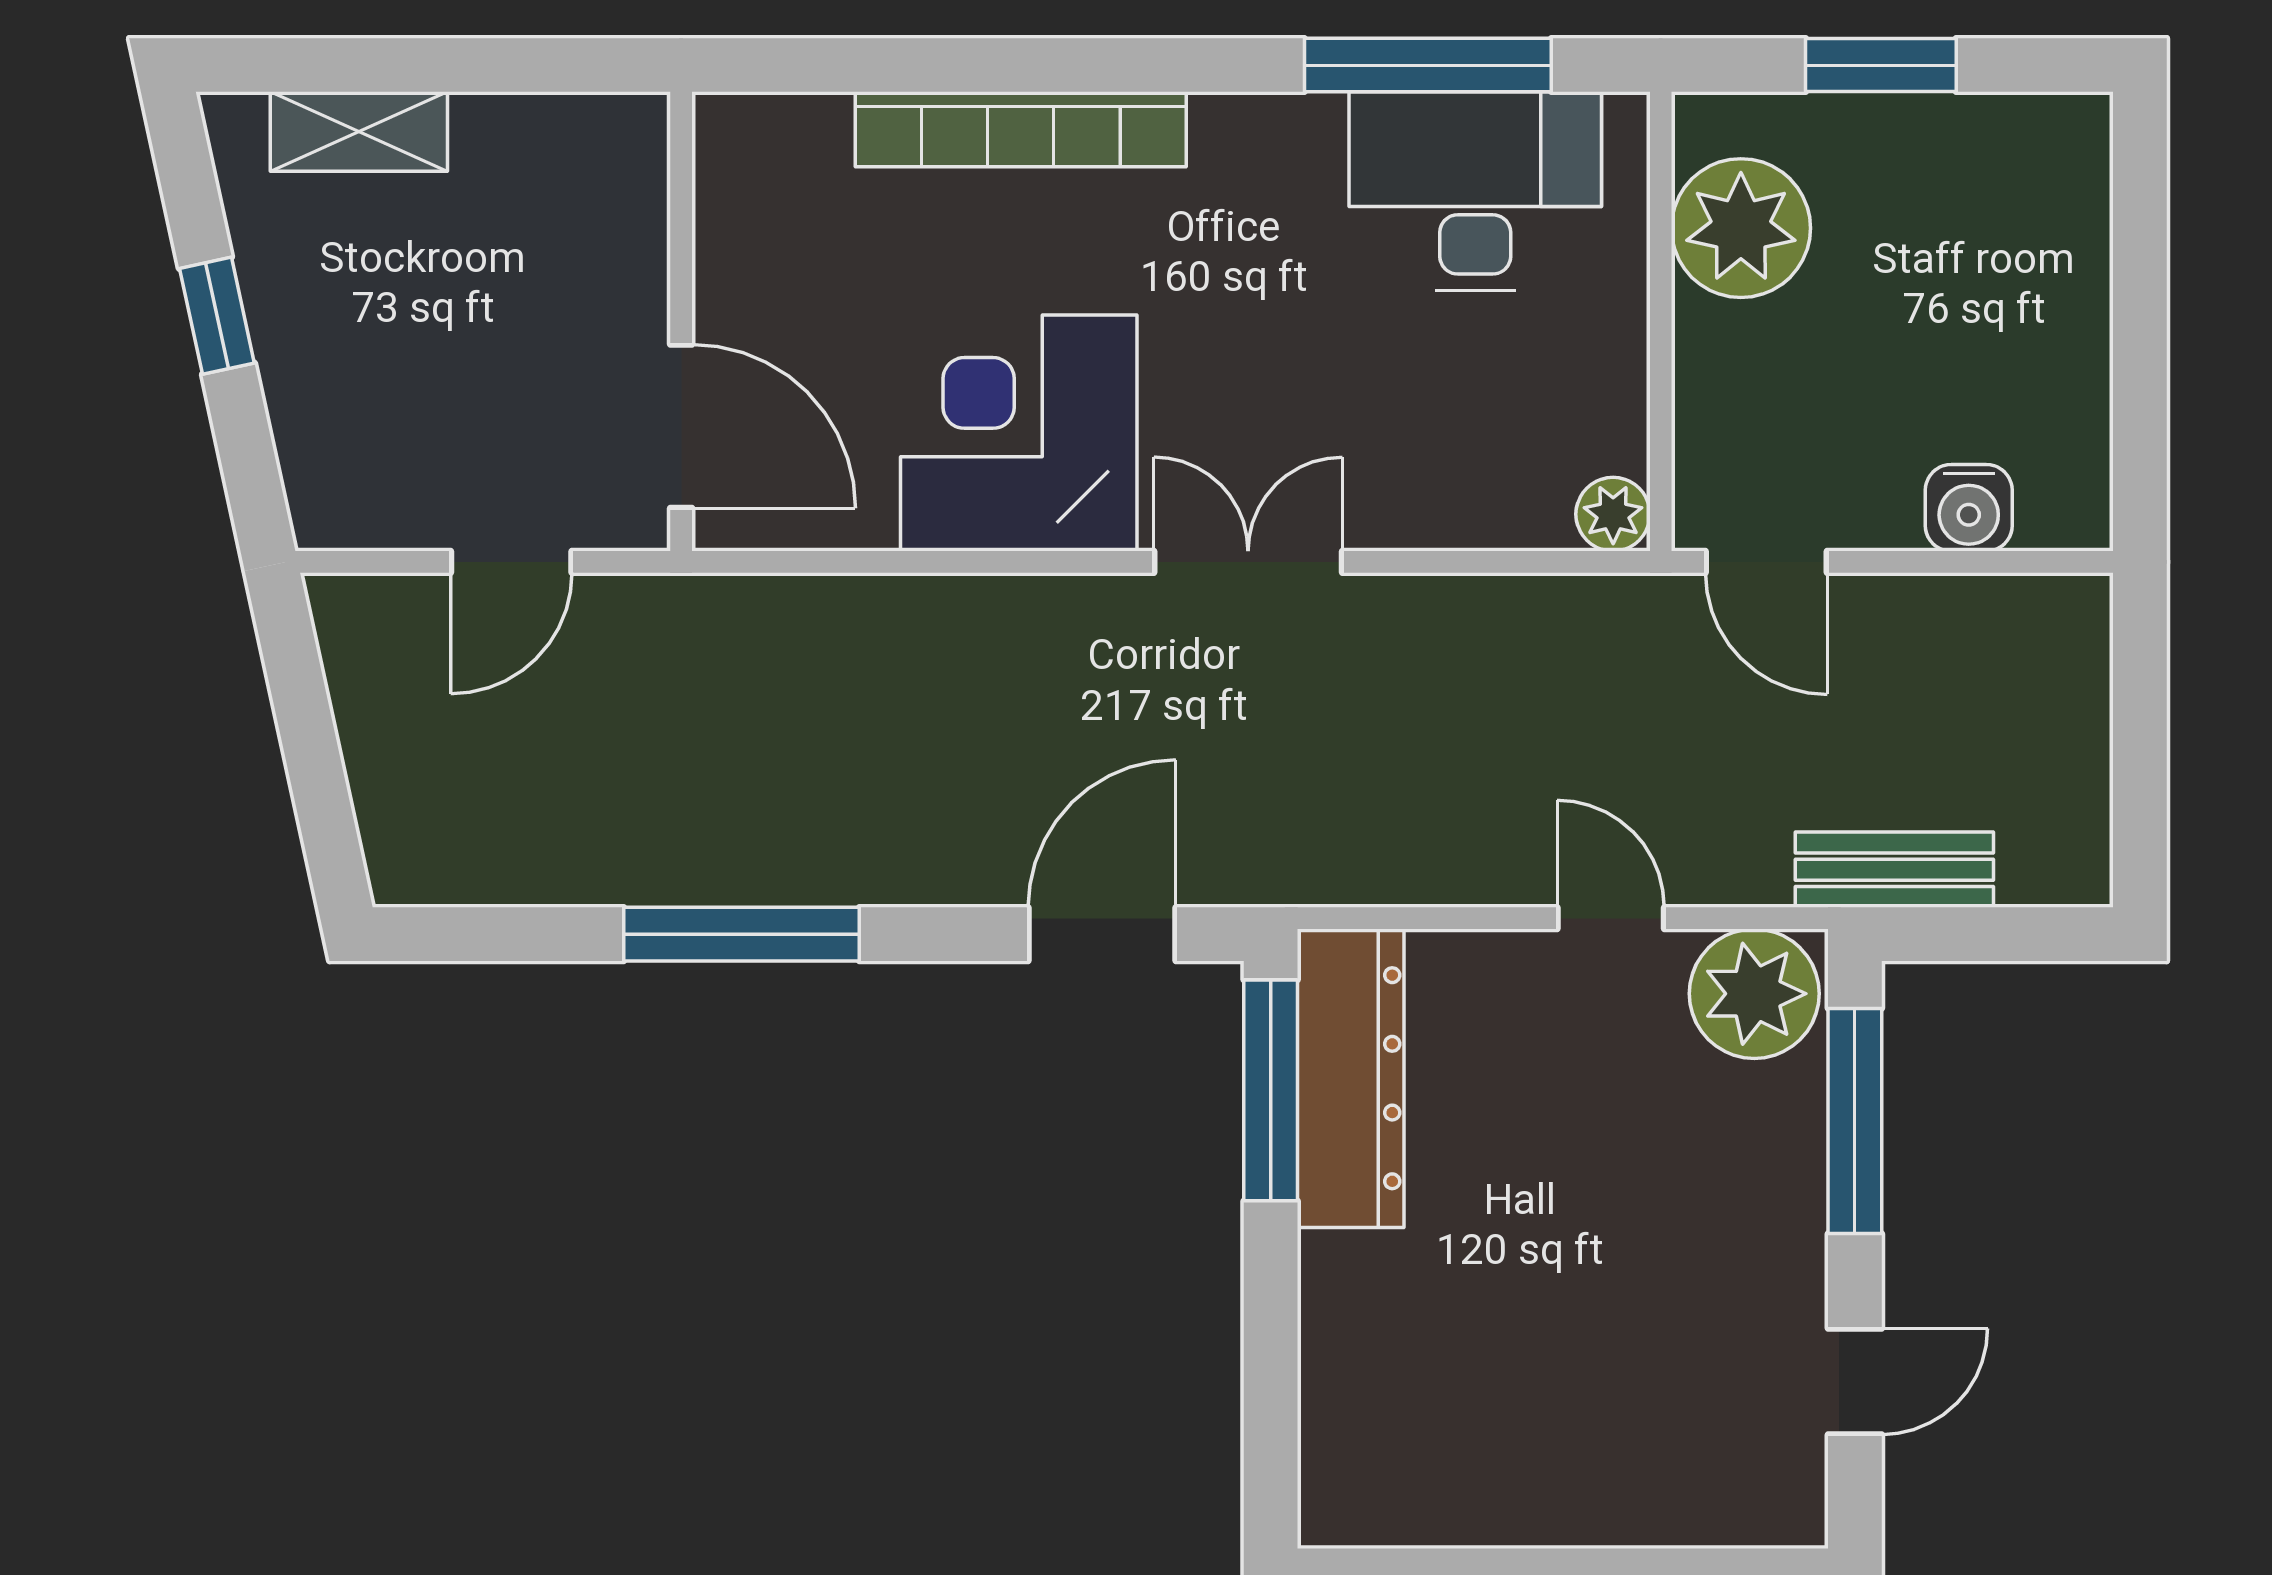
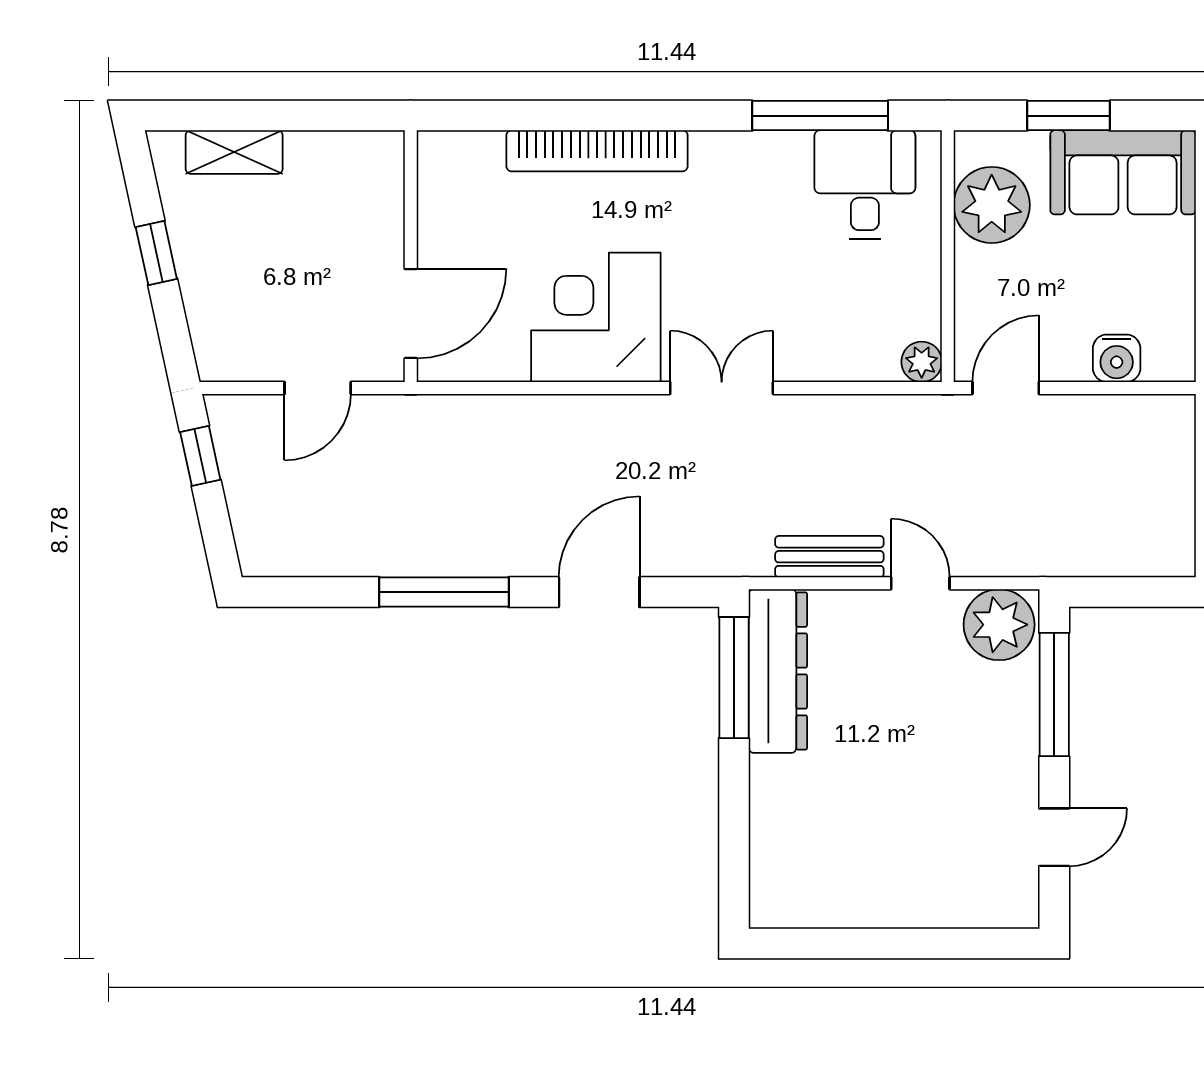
sofa: (1980, 168) -> (1123, 172), added
desk: (1475, 191) -> (865, 185), width x0.73
door: (681, 426) -> (411, 314), hinge flipped
door: (1766, 562) -> (1006, 388), swing flipped
window: (297, 686) -> (200, 456), added
bench: (1894, 870) -> (829, 557), moved
door: (1102, 934) -> (599, 592), moved

